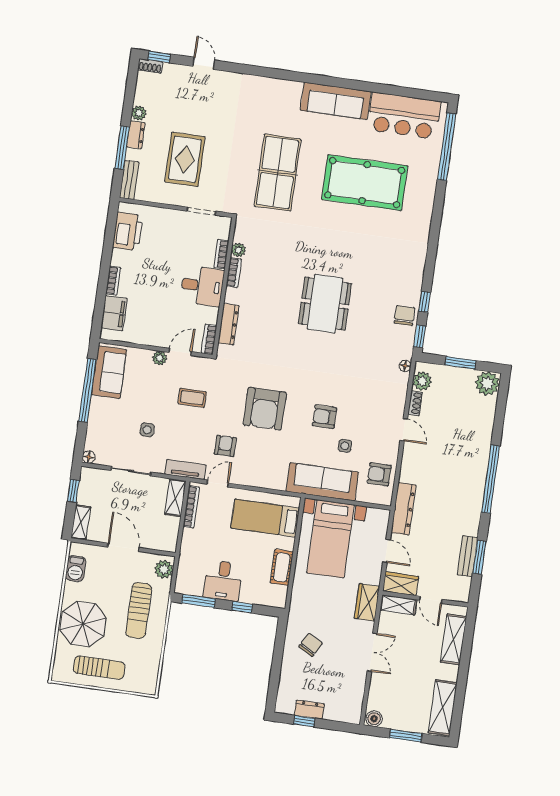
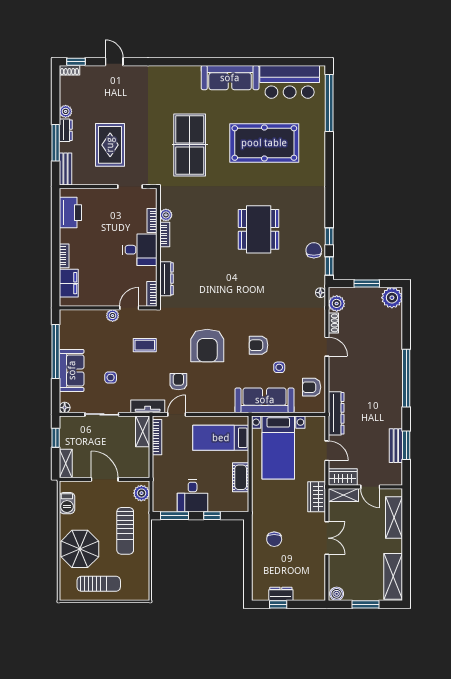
dining table: (325, 304) -> (259, 229), moved
sofa: (109, 372) -> (72, 370), moved
chair: (311, 645) -> (274, 539), turned 151

